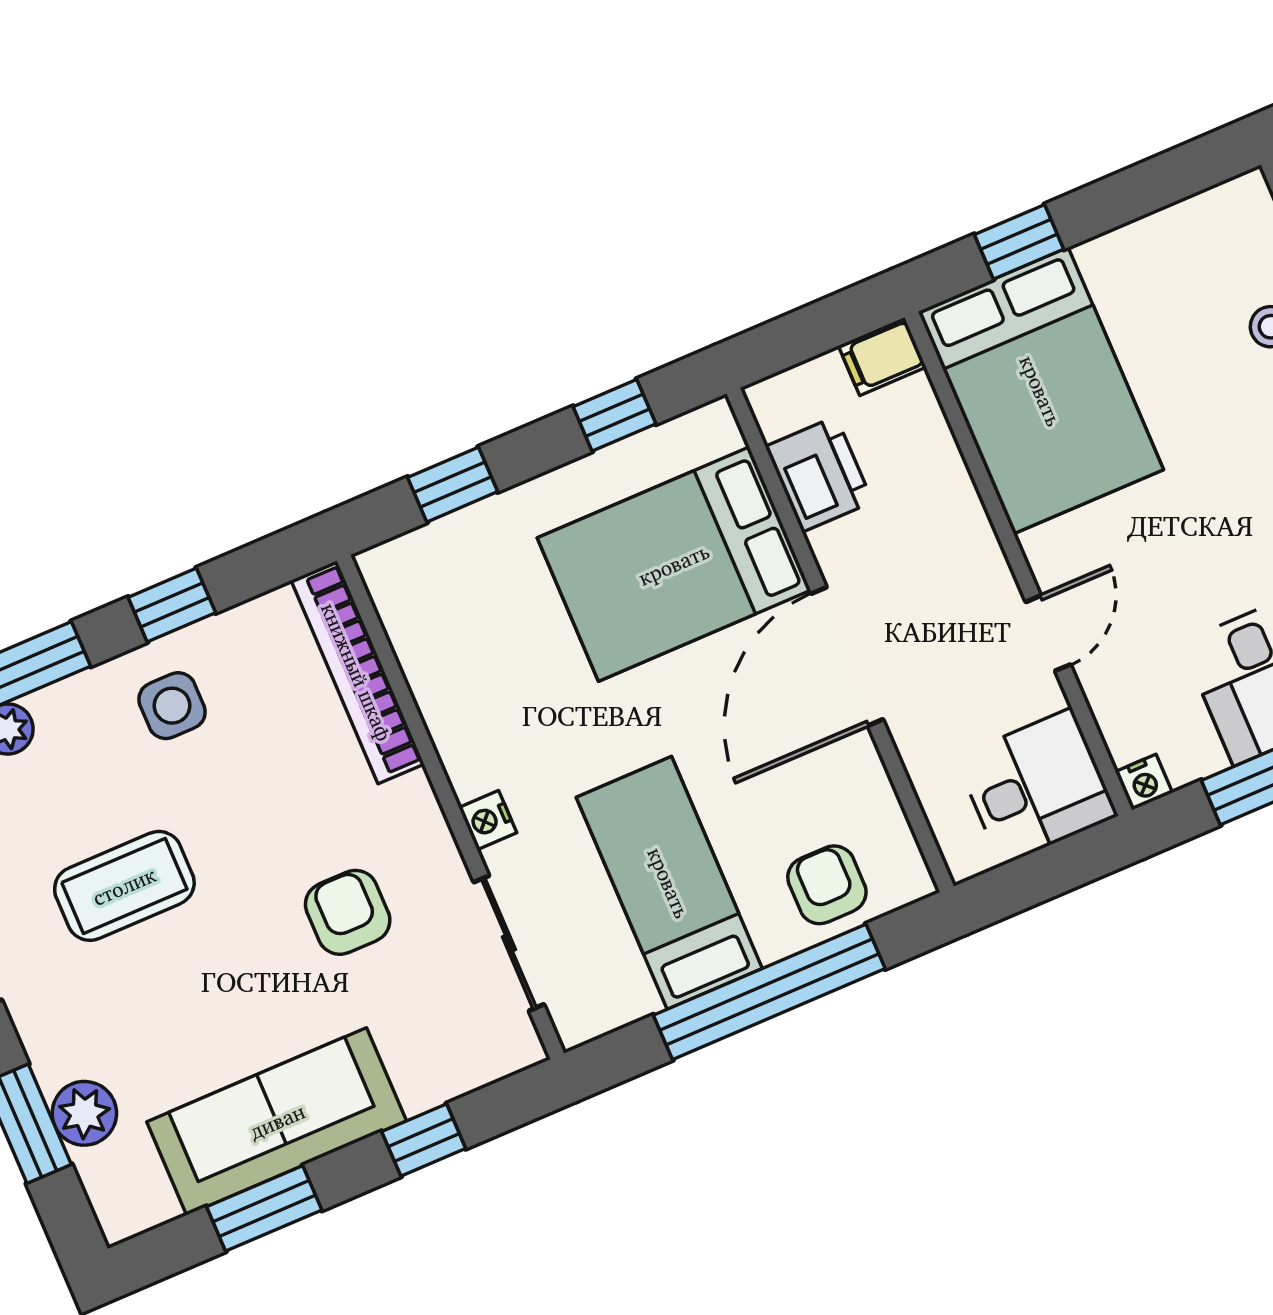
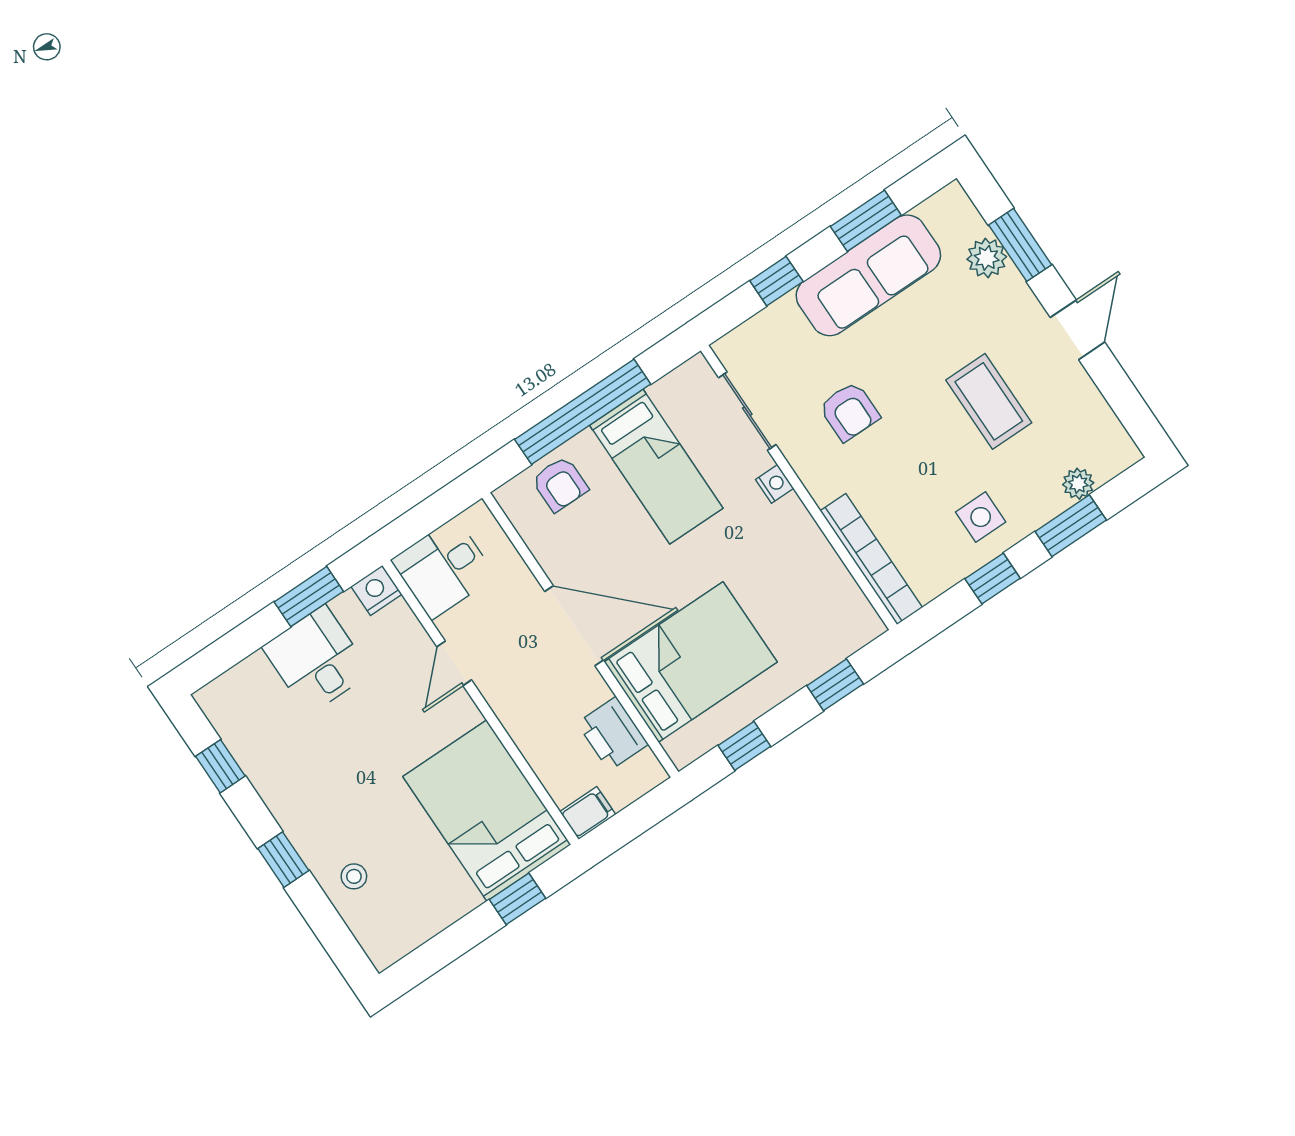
door: (847, 657) -> (574, 626), hinge flipped
nightstand: (1144, 782) -> (376, 590), width x1.39, depth x1.35
coffee table: (124, 886) -> (989, 401), turned 90

